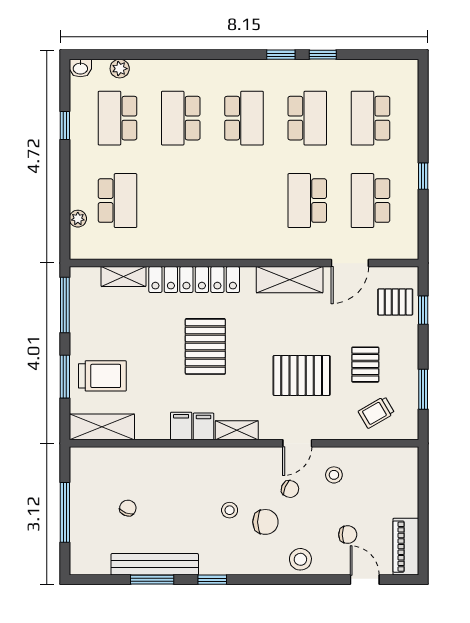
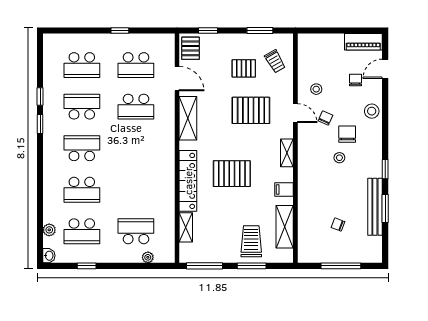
pallet: (395, 302) -> (191, 48), moved
pallet: (302, 375) -> (251, 110), turned 90
filing cabinet: (204, 426) -> (284, 175), removed
shelving: (102, 427) -> (285, 227), moved

